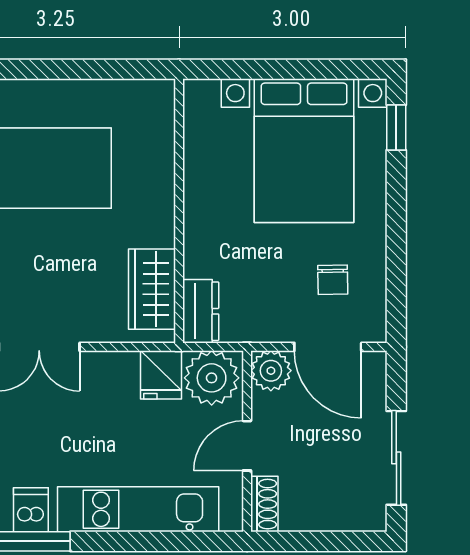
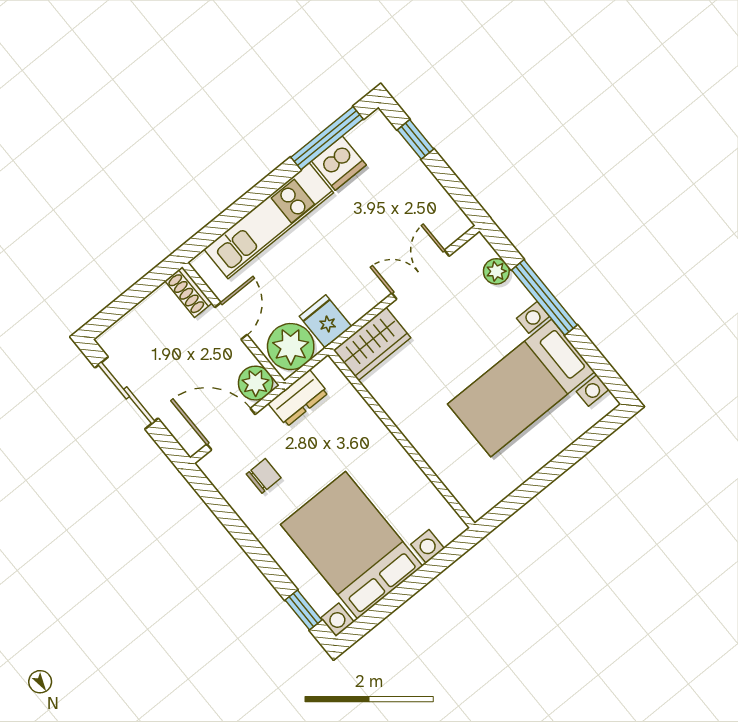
chair: (333, 280) -> (264, 476), turned 91
wardrobe: (152, 289) -> (372, 344), moved, turned 90
dresser: (201, 311) -> (298, 398), moved, turned -90
dishwasher: (31, 510) -> (339, 163), width x1.38

